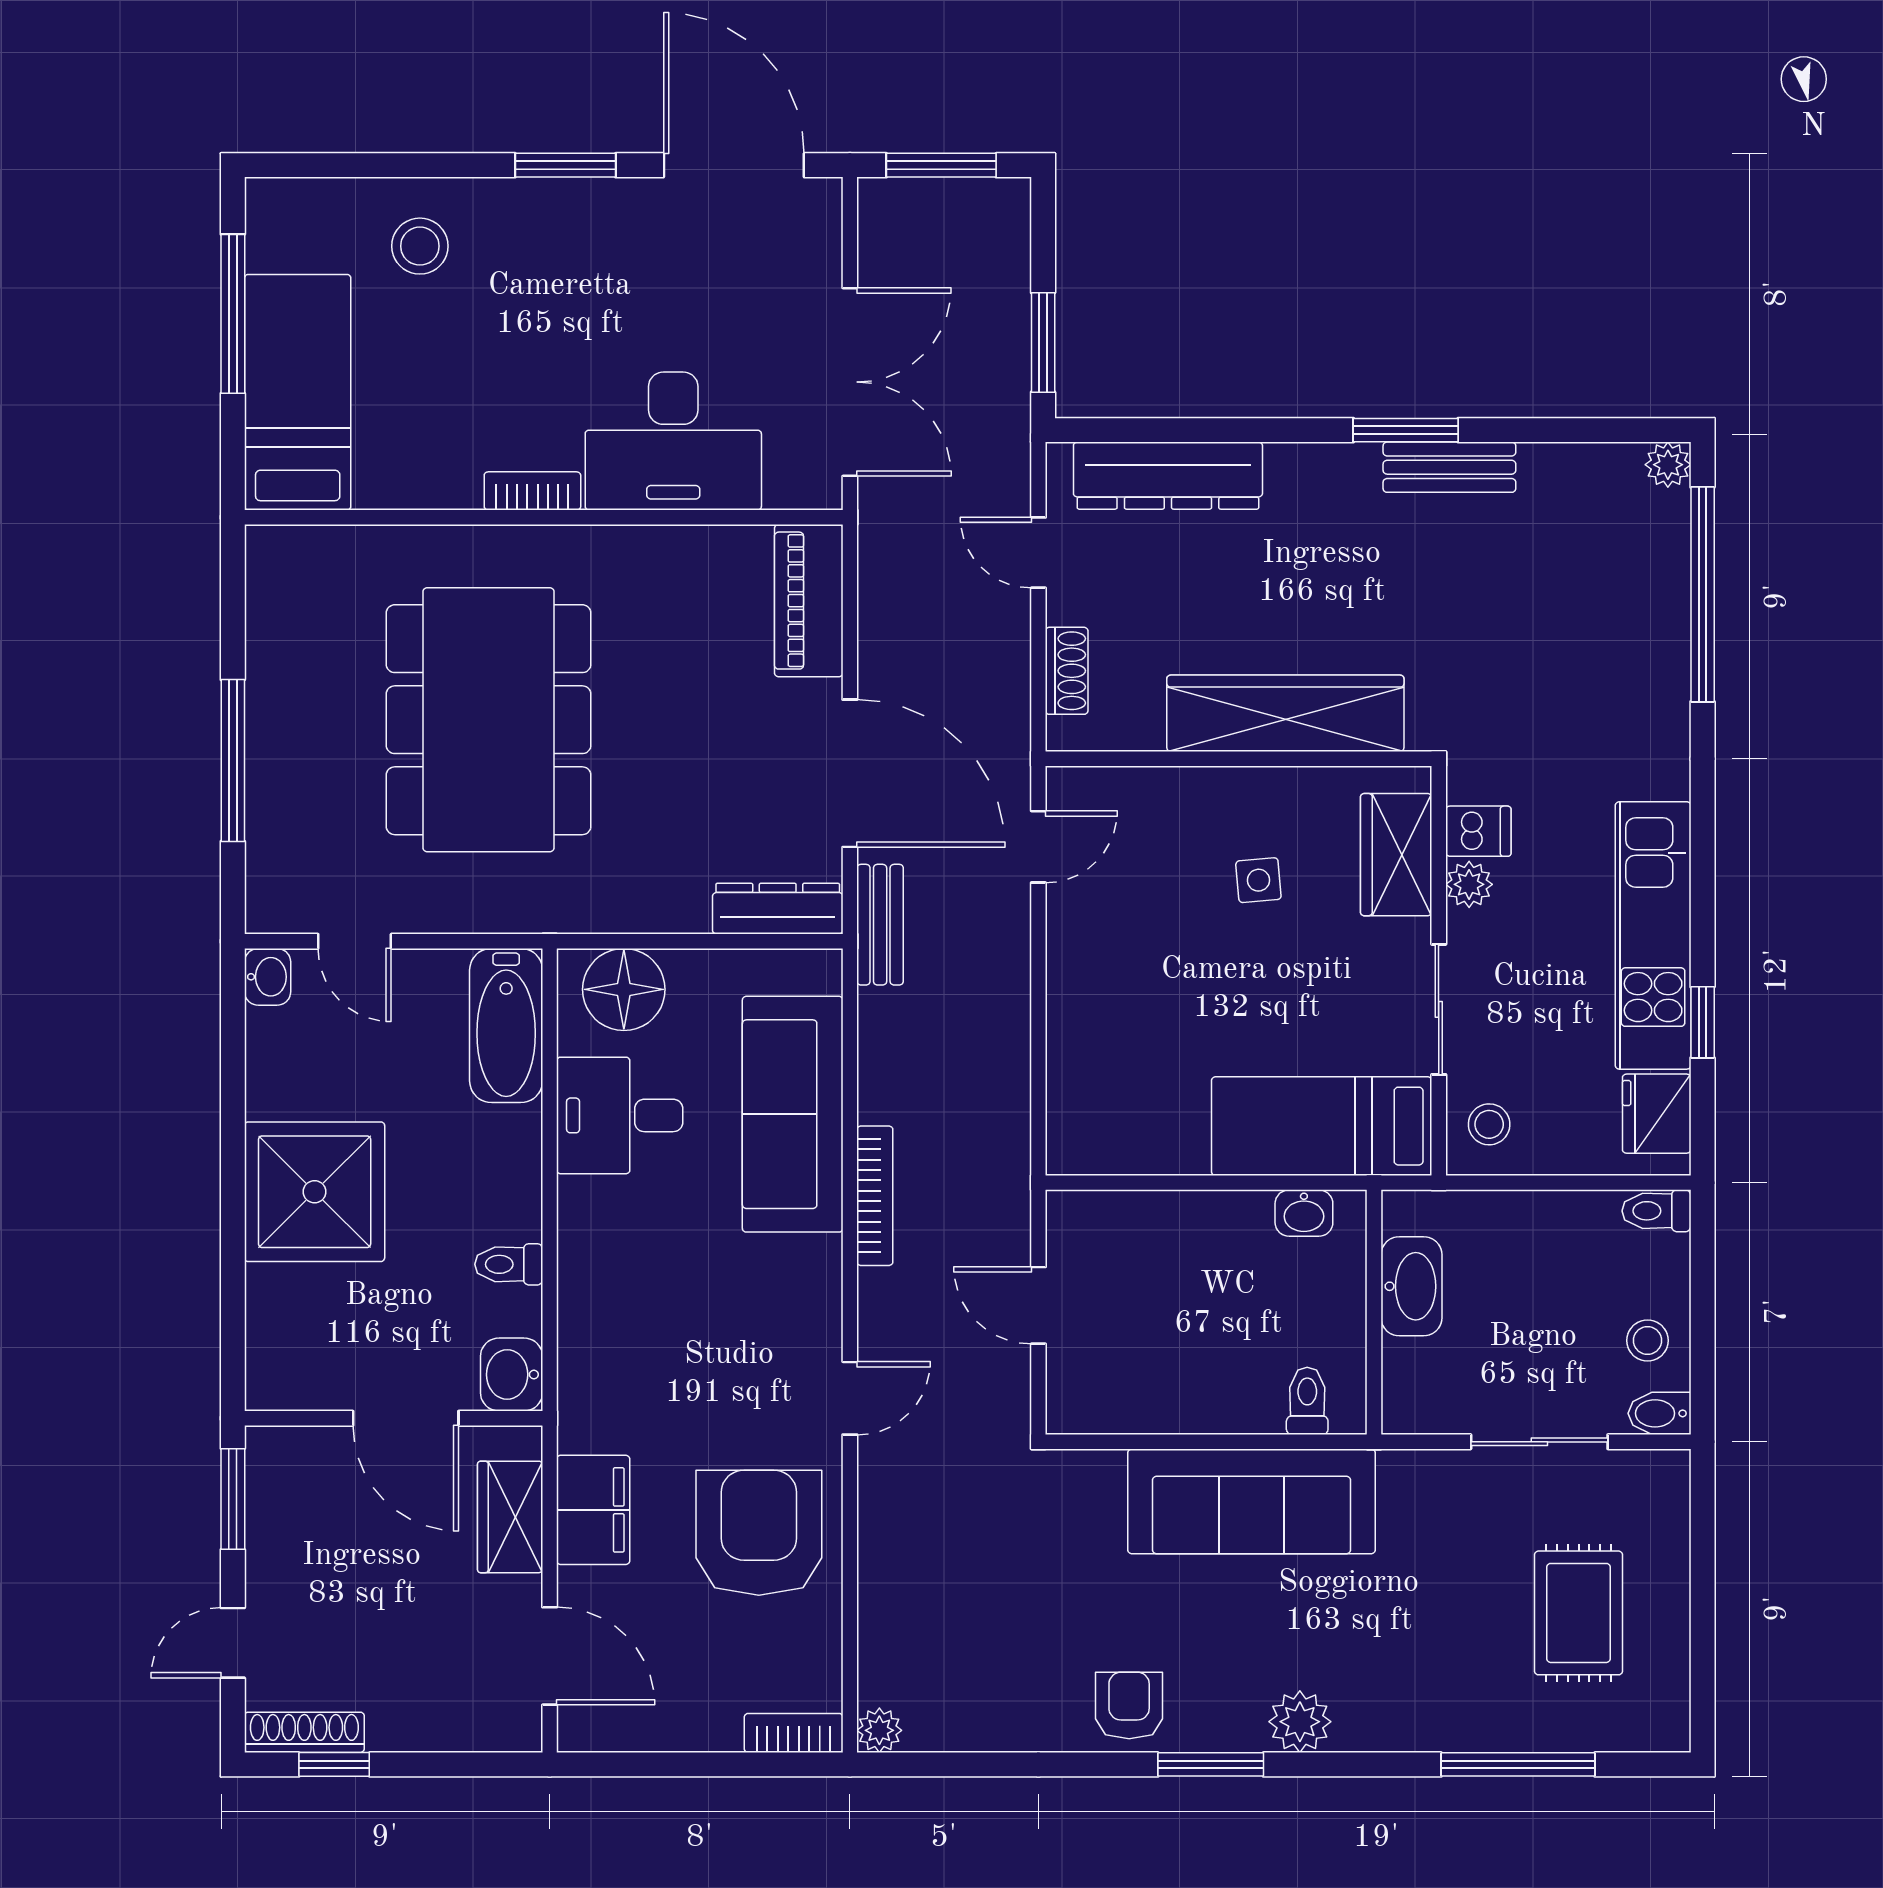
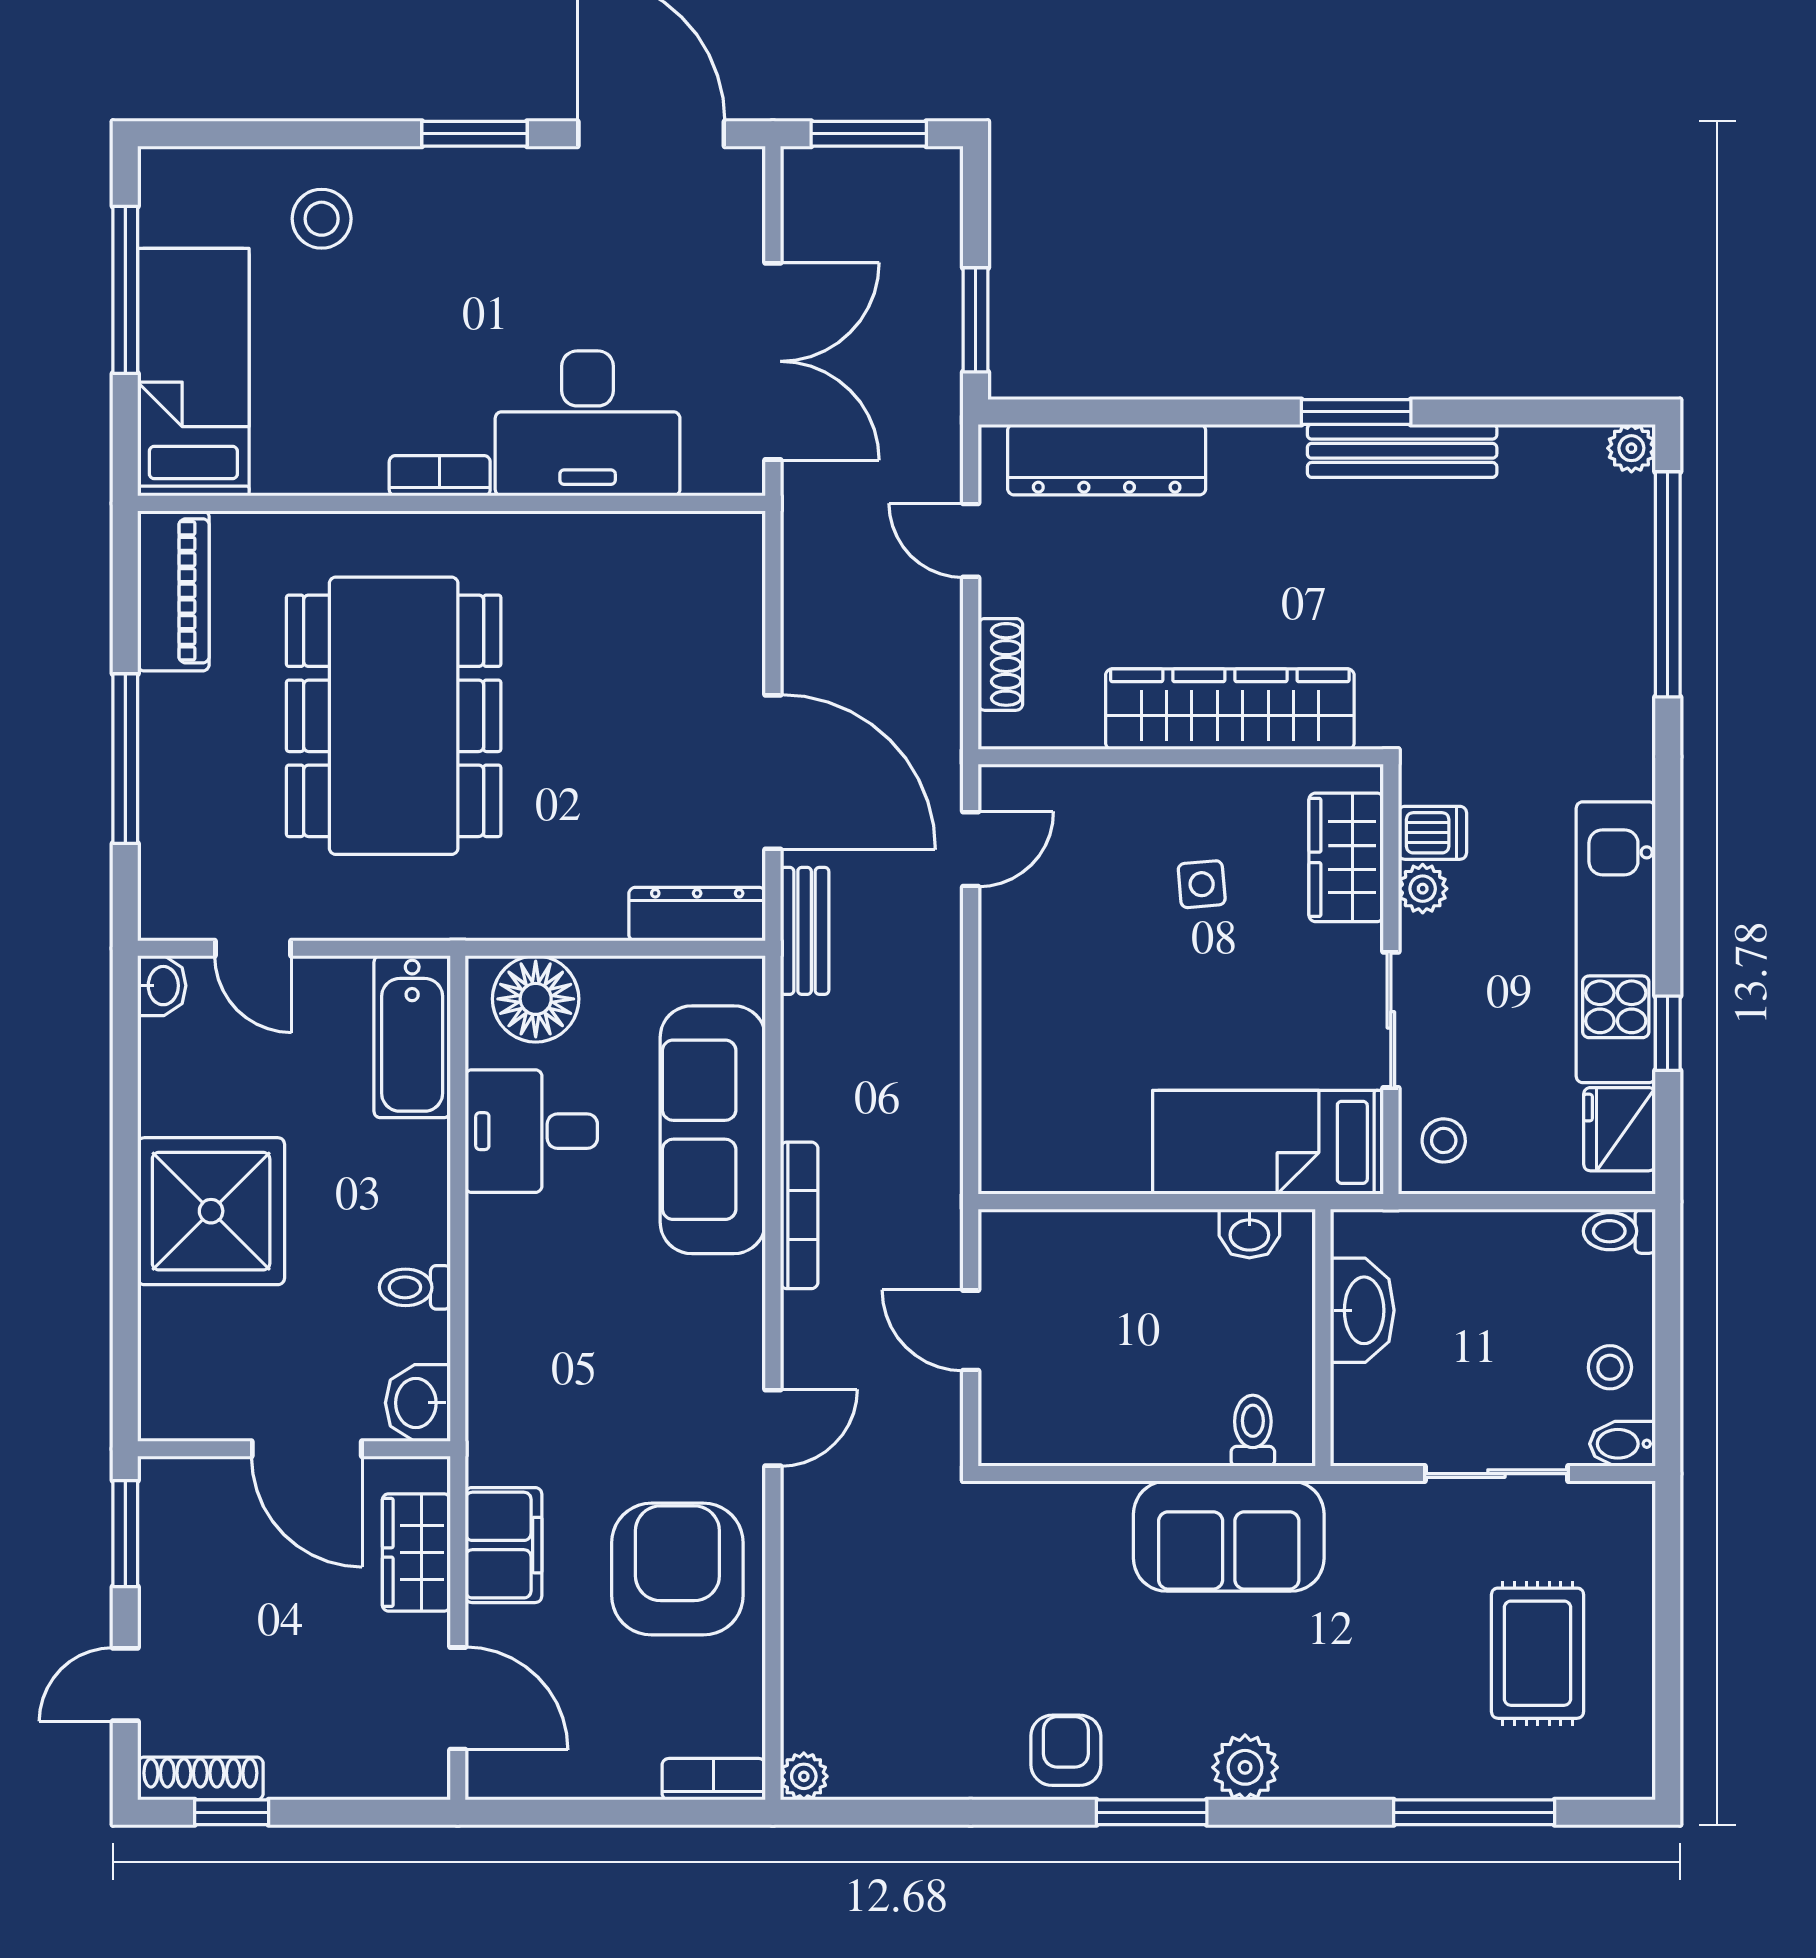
bench: (1449, 467) -> (1402, 451), width x1.36
piano: (809, 601) -> (173, 591), moved, turned 180
sofa: (1252, 1501) -> (1229, 1536), width x0.73

